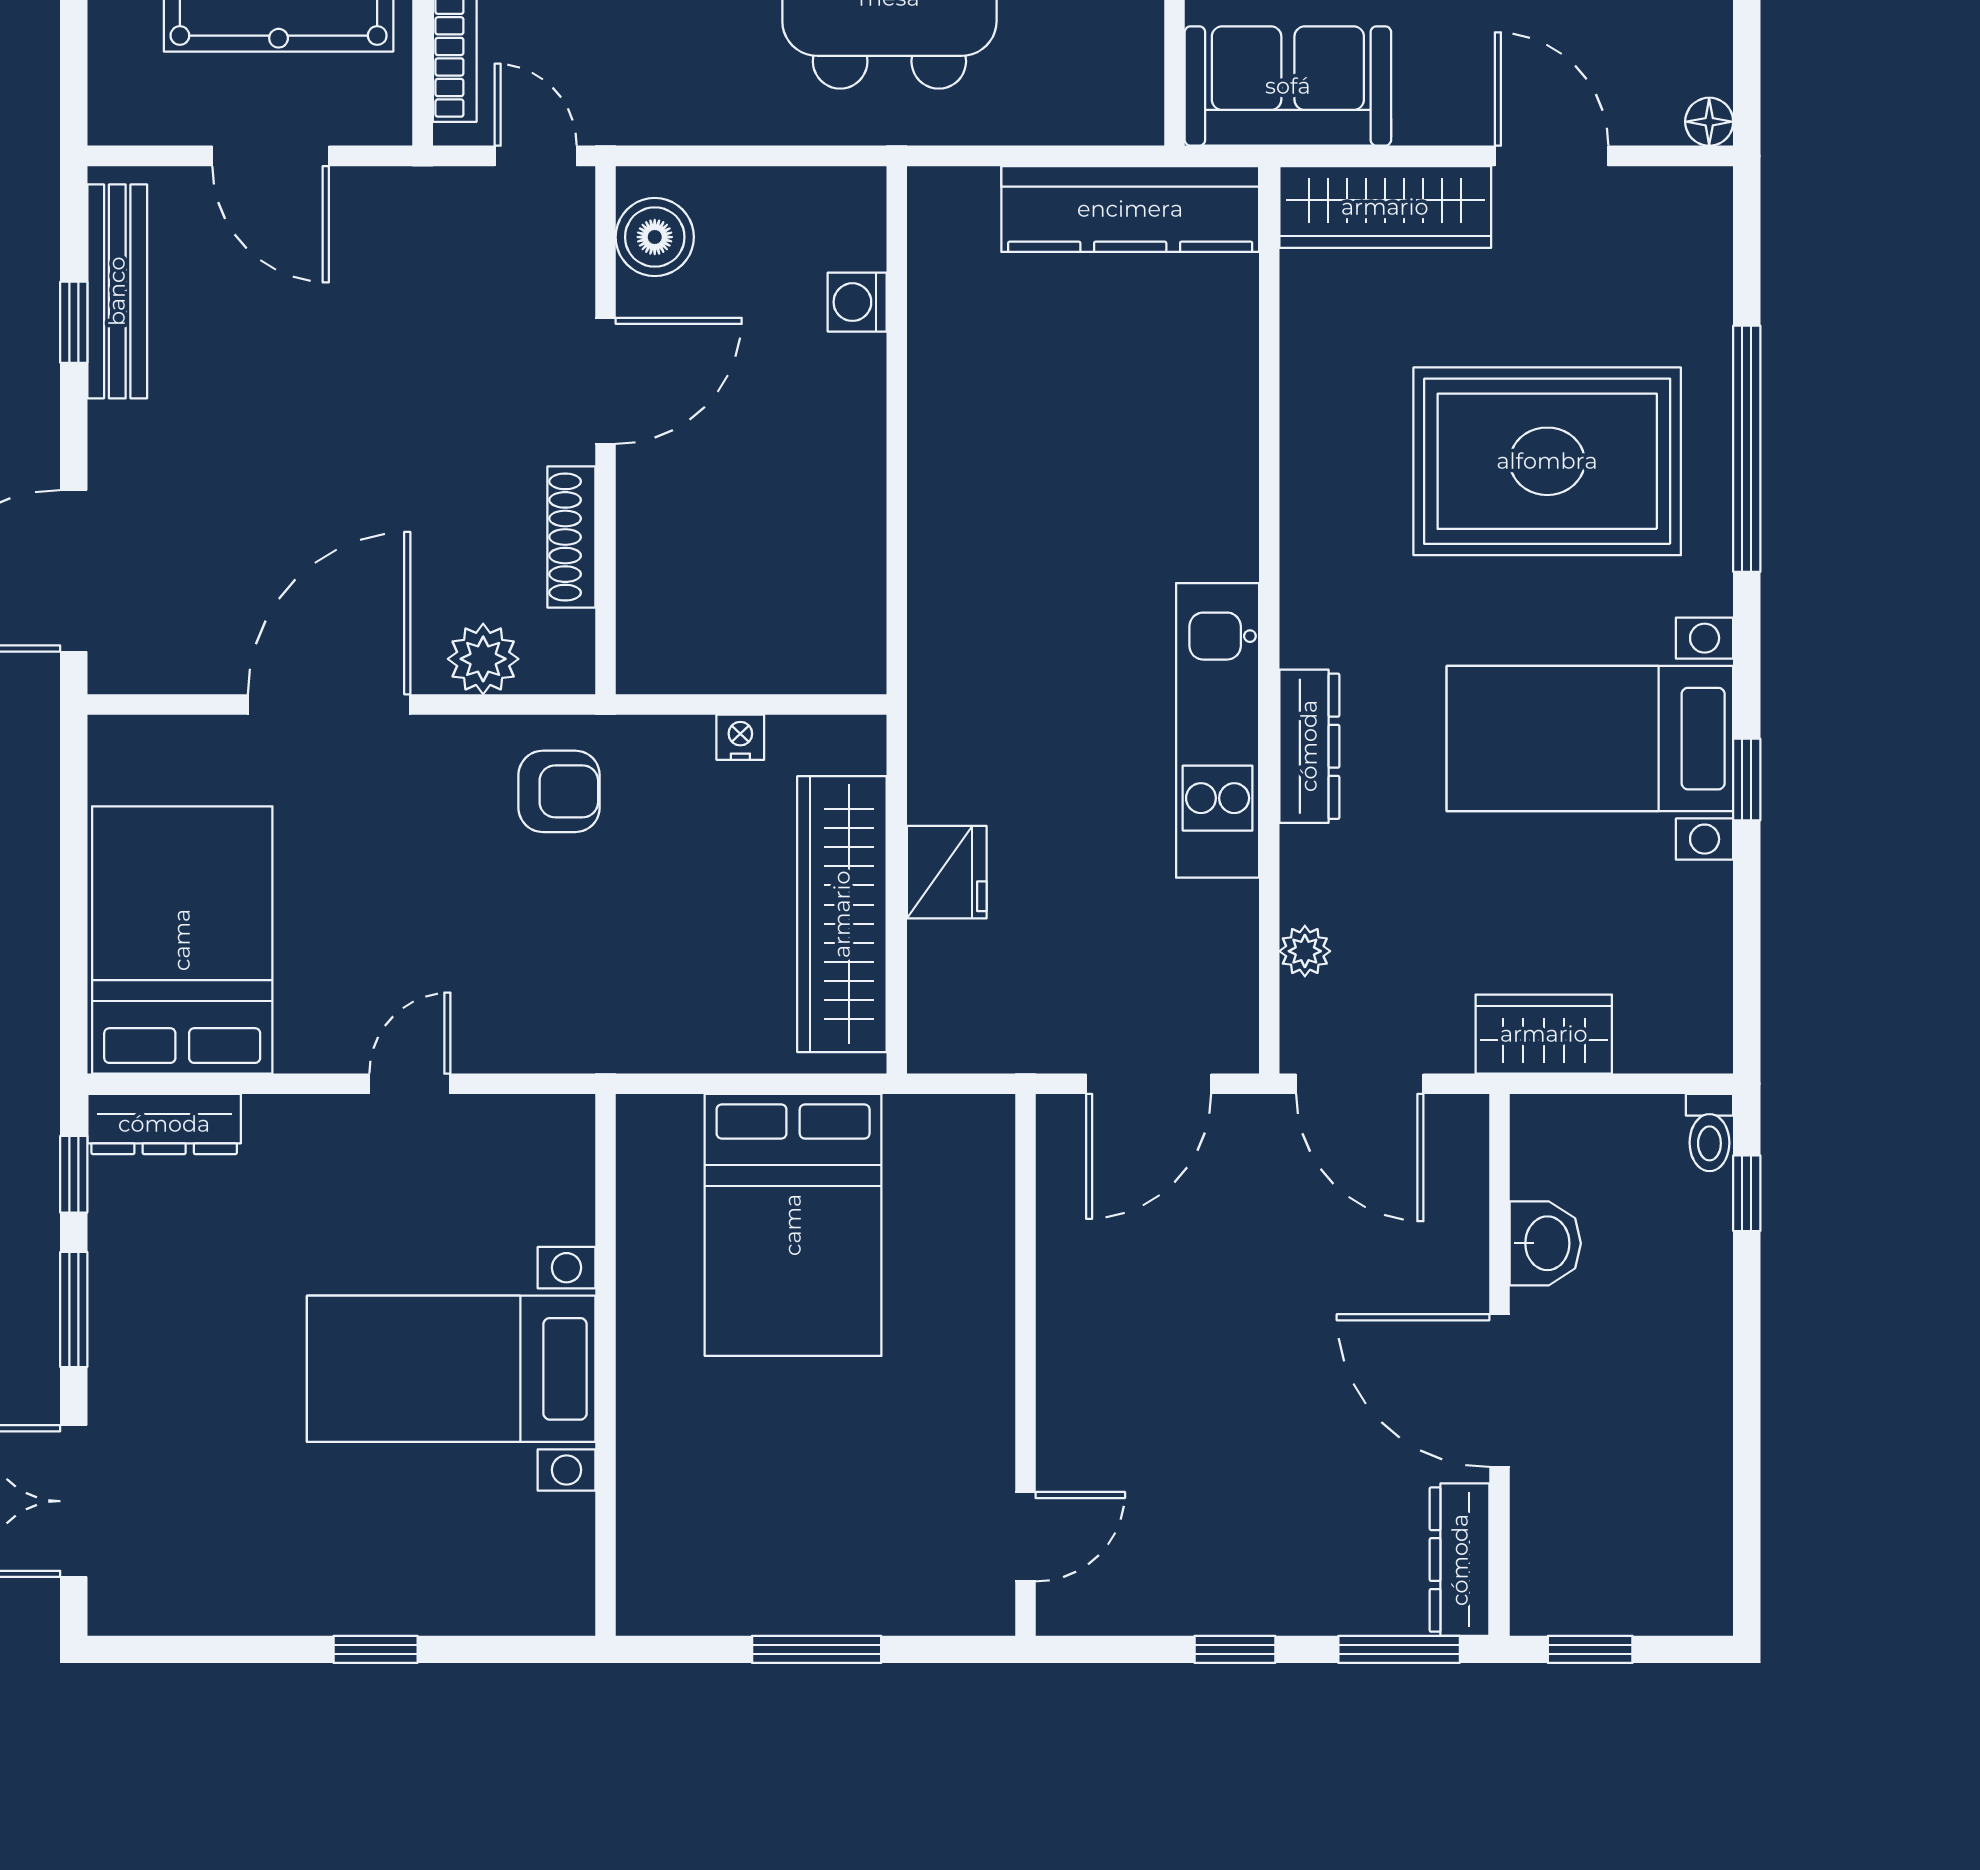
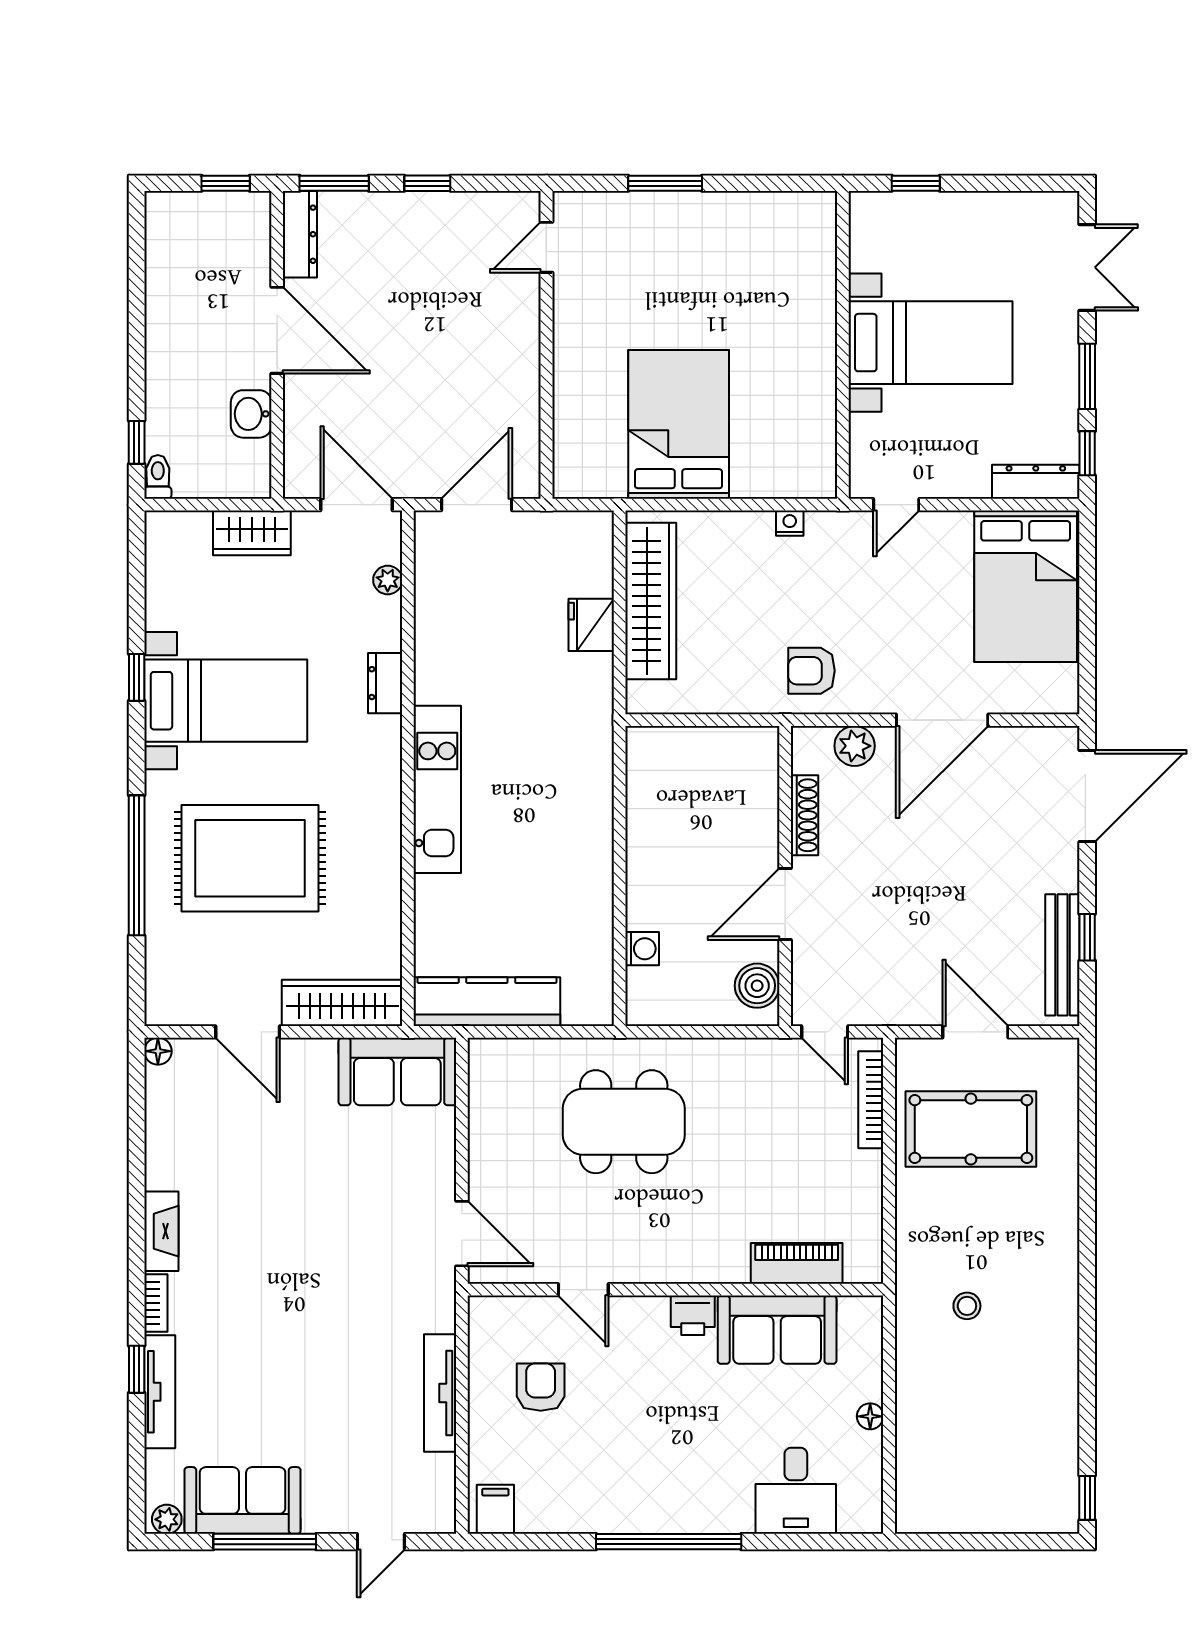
kitchen unit: (1218, 730) -> (437, 789), moved
nightstand: (740, 737) -> (790, 523), moved, turned 180
dresser: (1309, 746) -> (385, 683), width x0.70
wall: (605, 1365) -> (843, 345), moved
bed with nightstands: (451, 1369) -> (931, 343), moved

